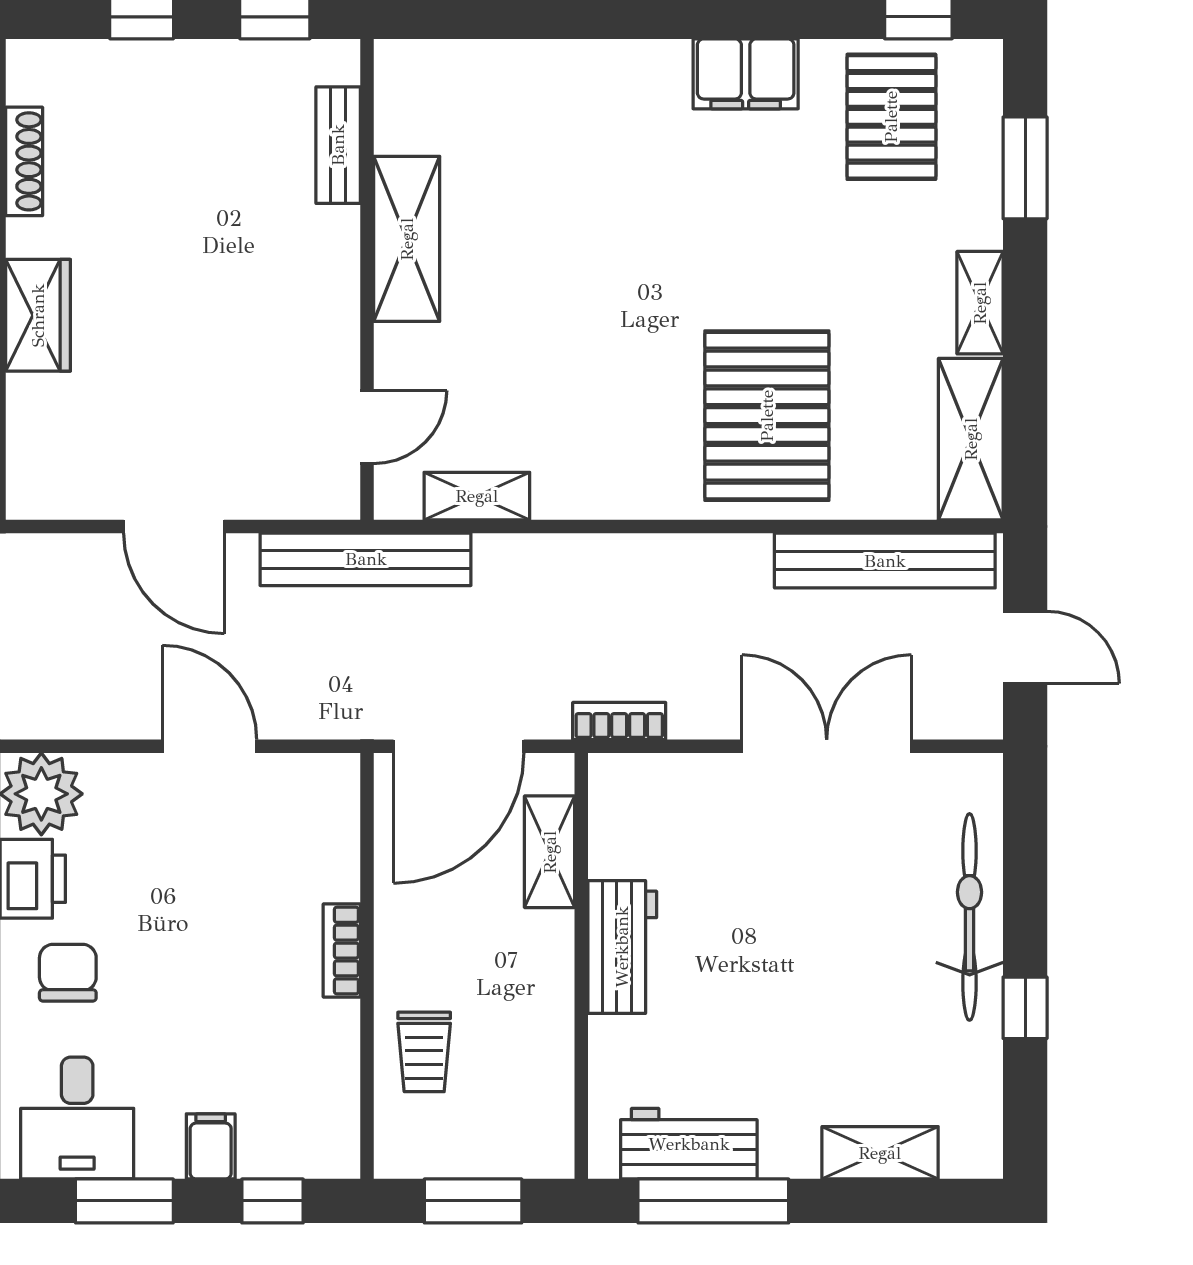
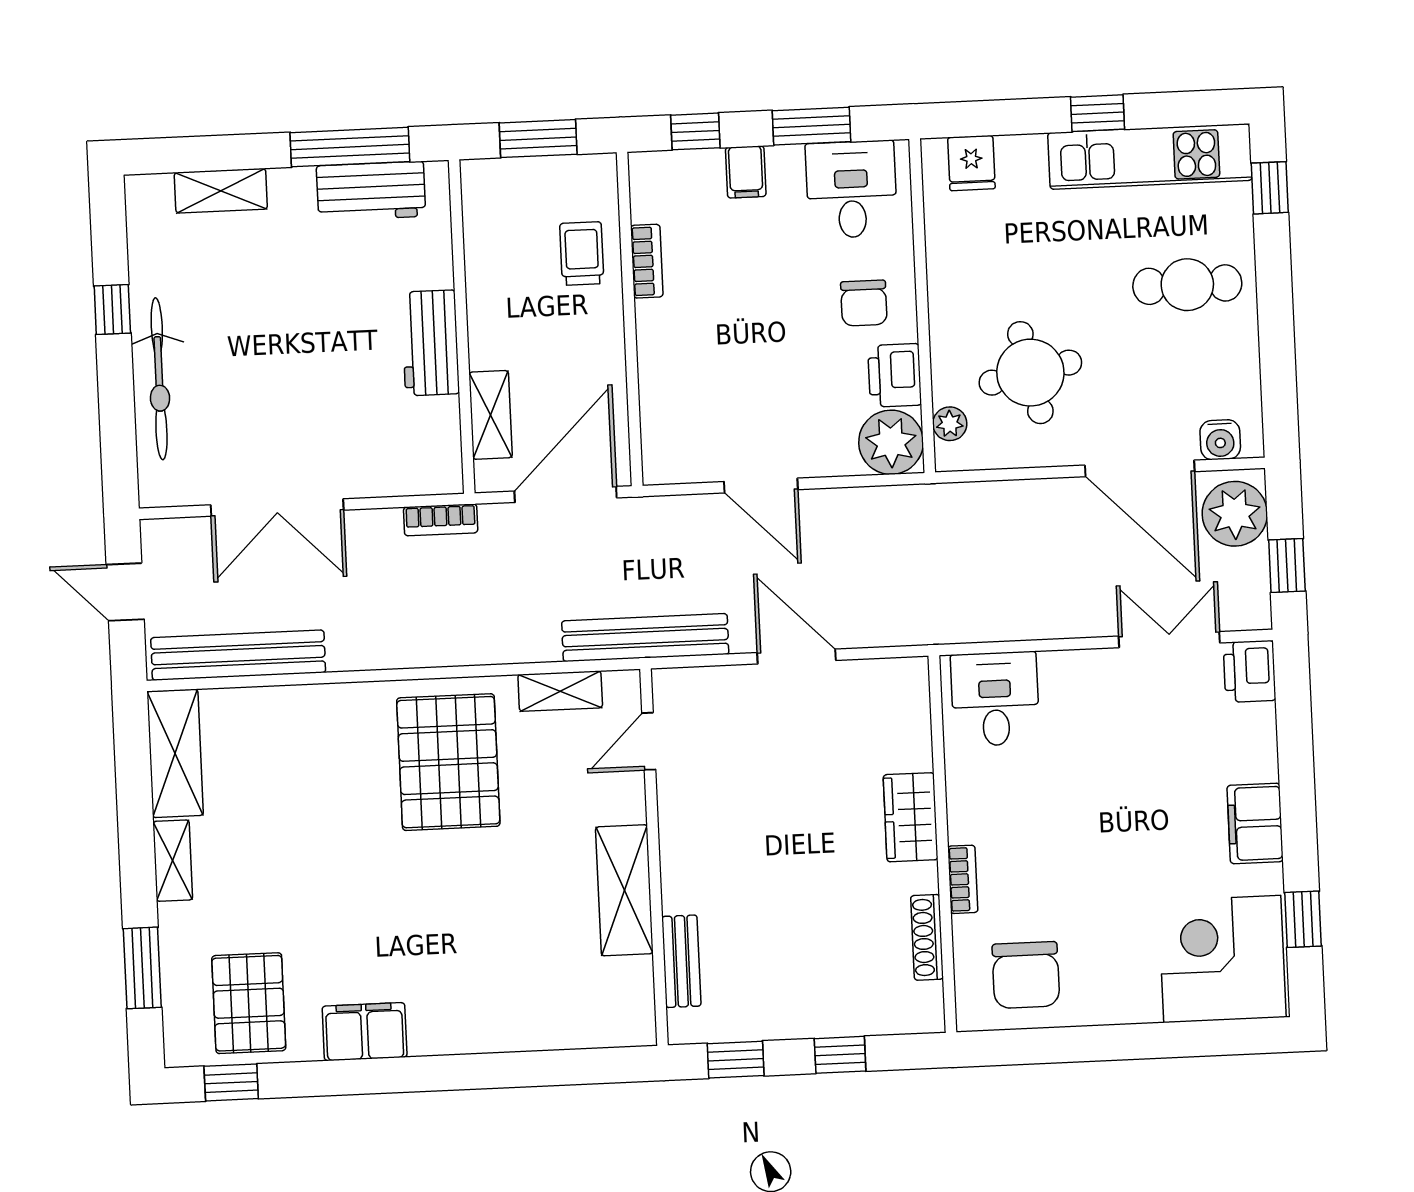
pallet: (767, 416) -> (448, 762), moved
bookcase: (342, 951) -> (647, 261), moved

